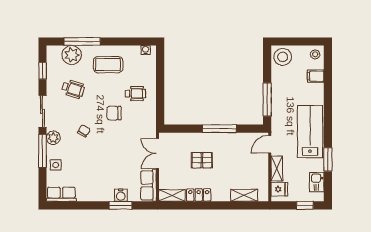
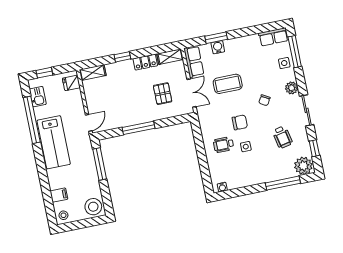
plant: (72, 55) -> (303, 166), moved
coffee table: (108, 65) -> (228, 84), moved
side table: (113, 87) -> (246, 147), added
wheelchair: (73, 89) -> (282, 137), turned -119
window: (43, 151) -> (295, 52), moved
window: (328, 159) -> (32, 120), width x2.11
pallet: (202, 160) -> (163, 94), moved, turned 90
shelving: (277, 169) -> (78, 102), removed
shelving: (244, 195) -> (93, 73), moved
window: (221, 205) -> (122, 57), added

